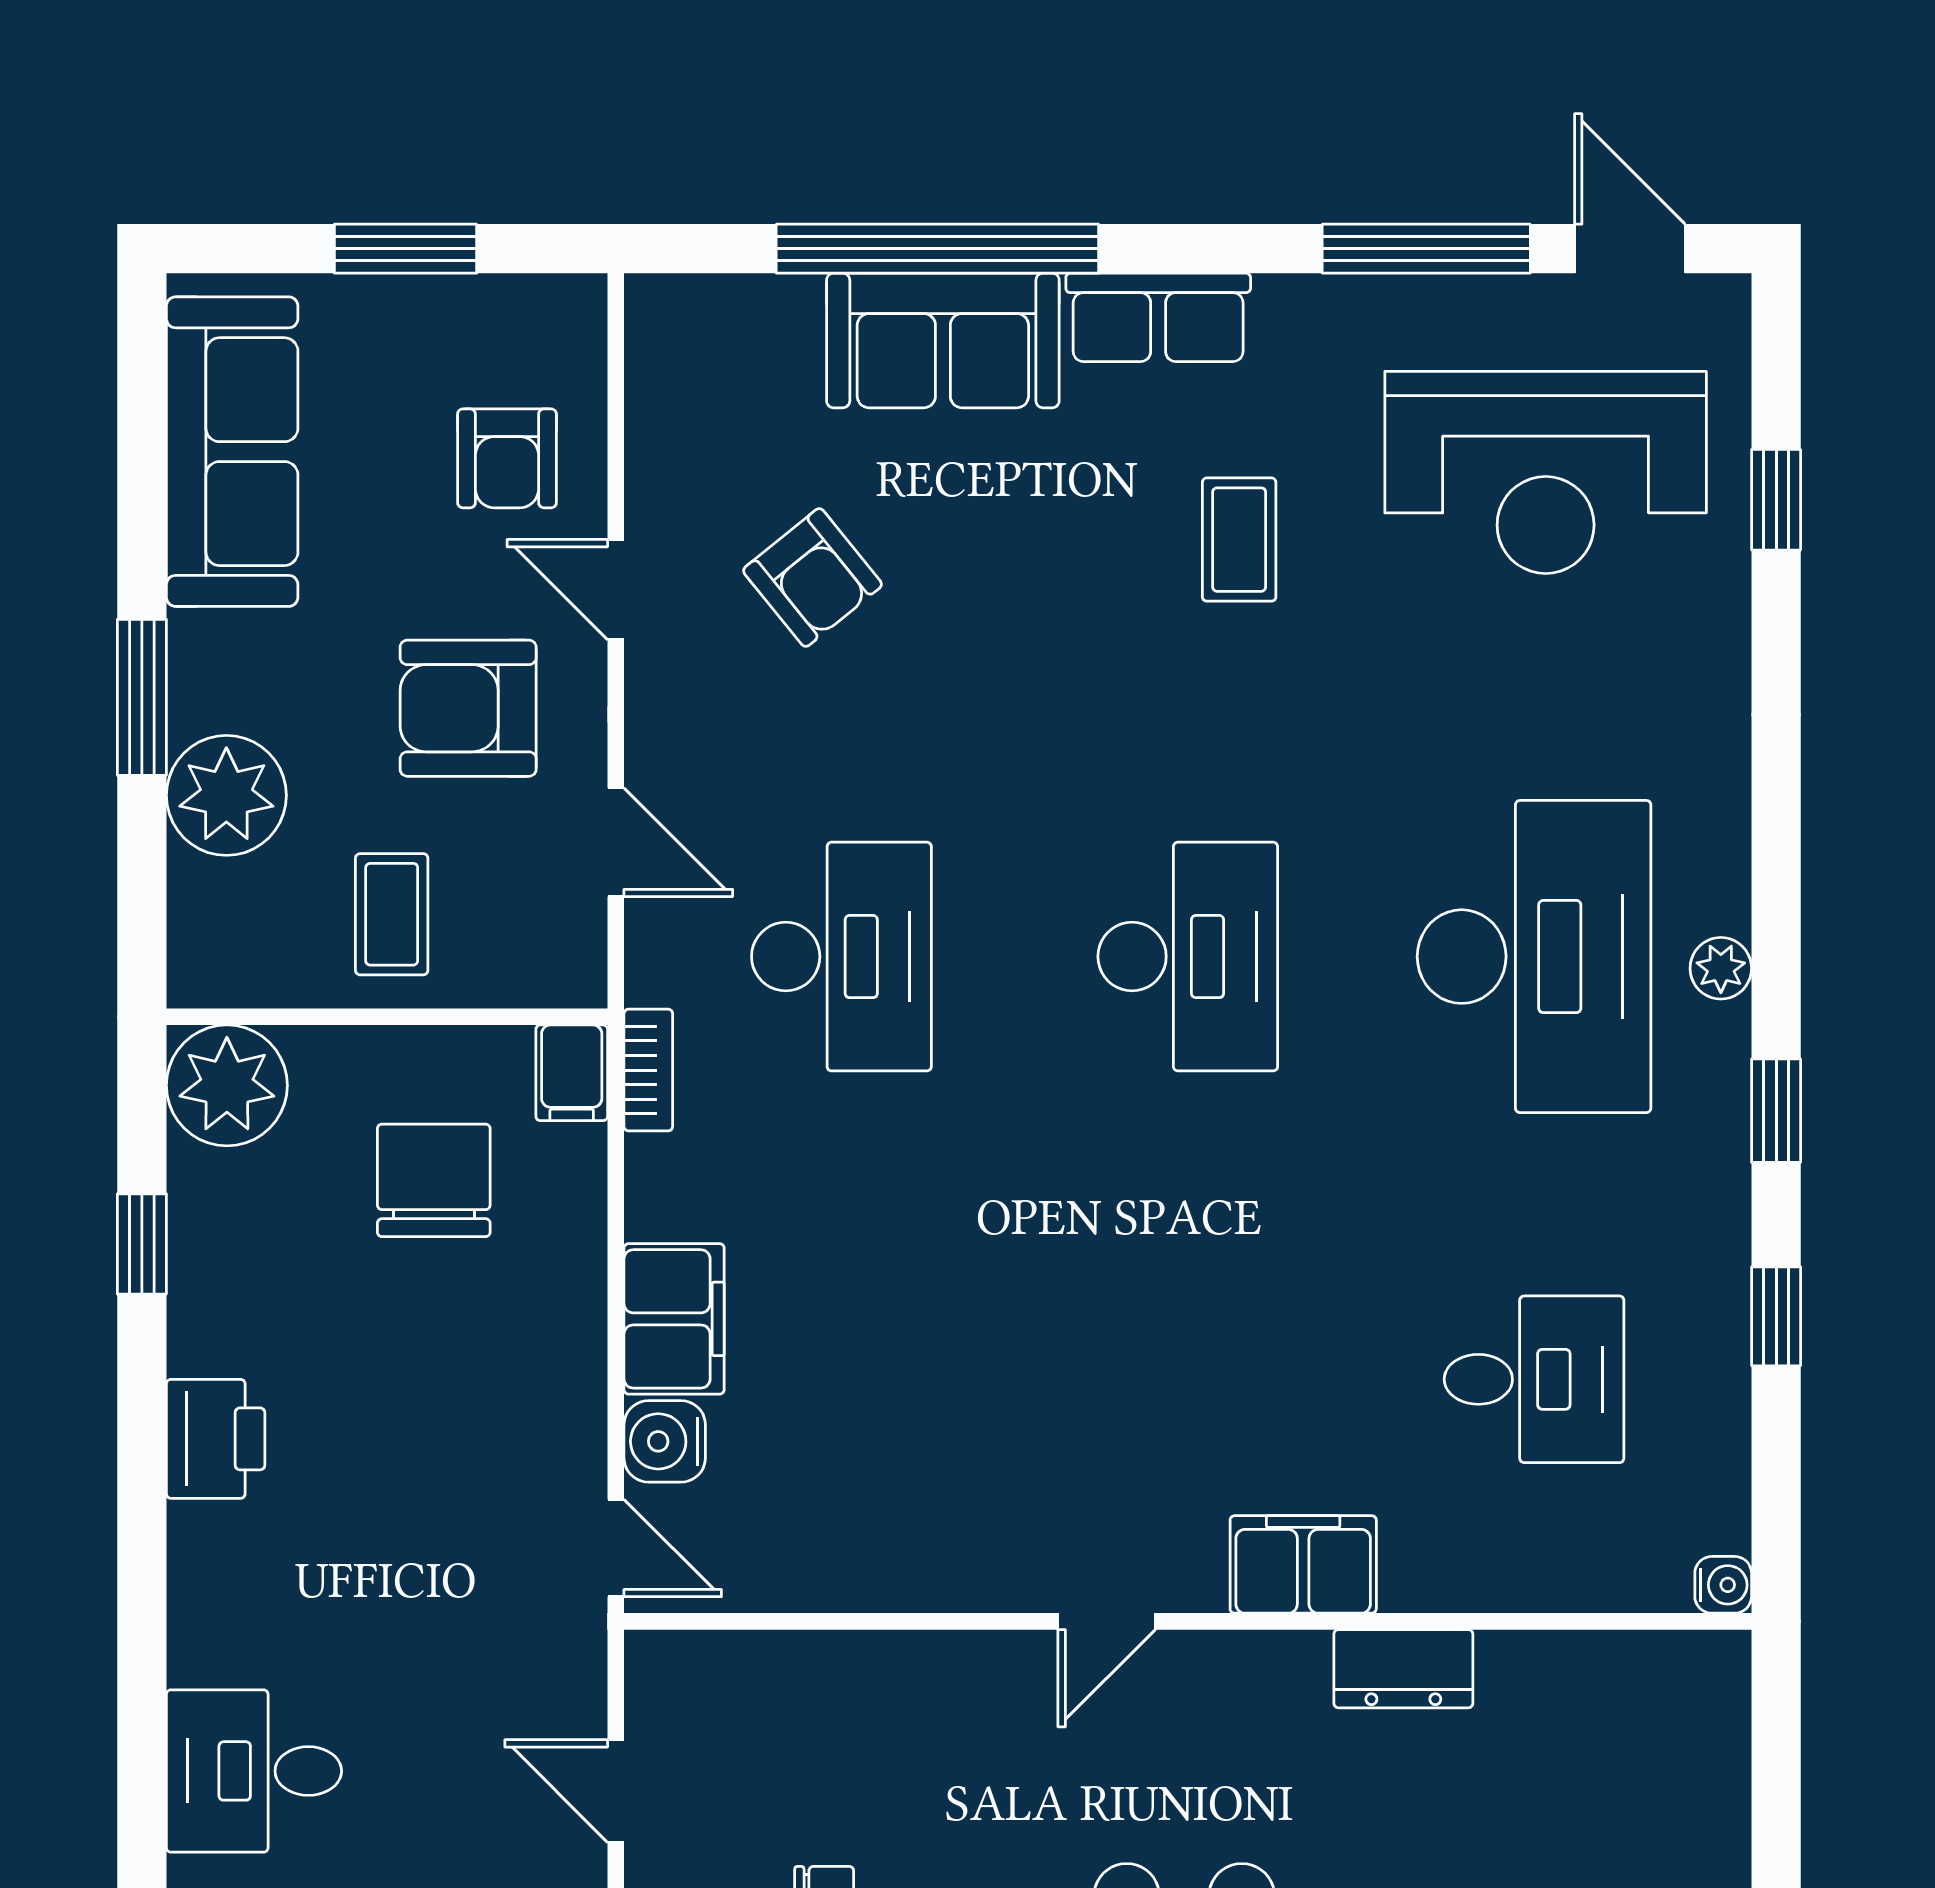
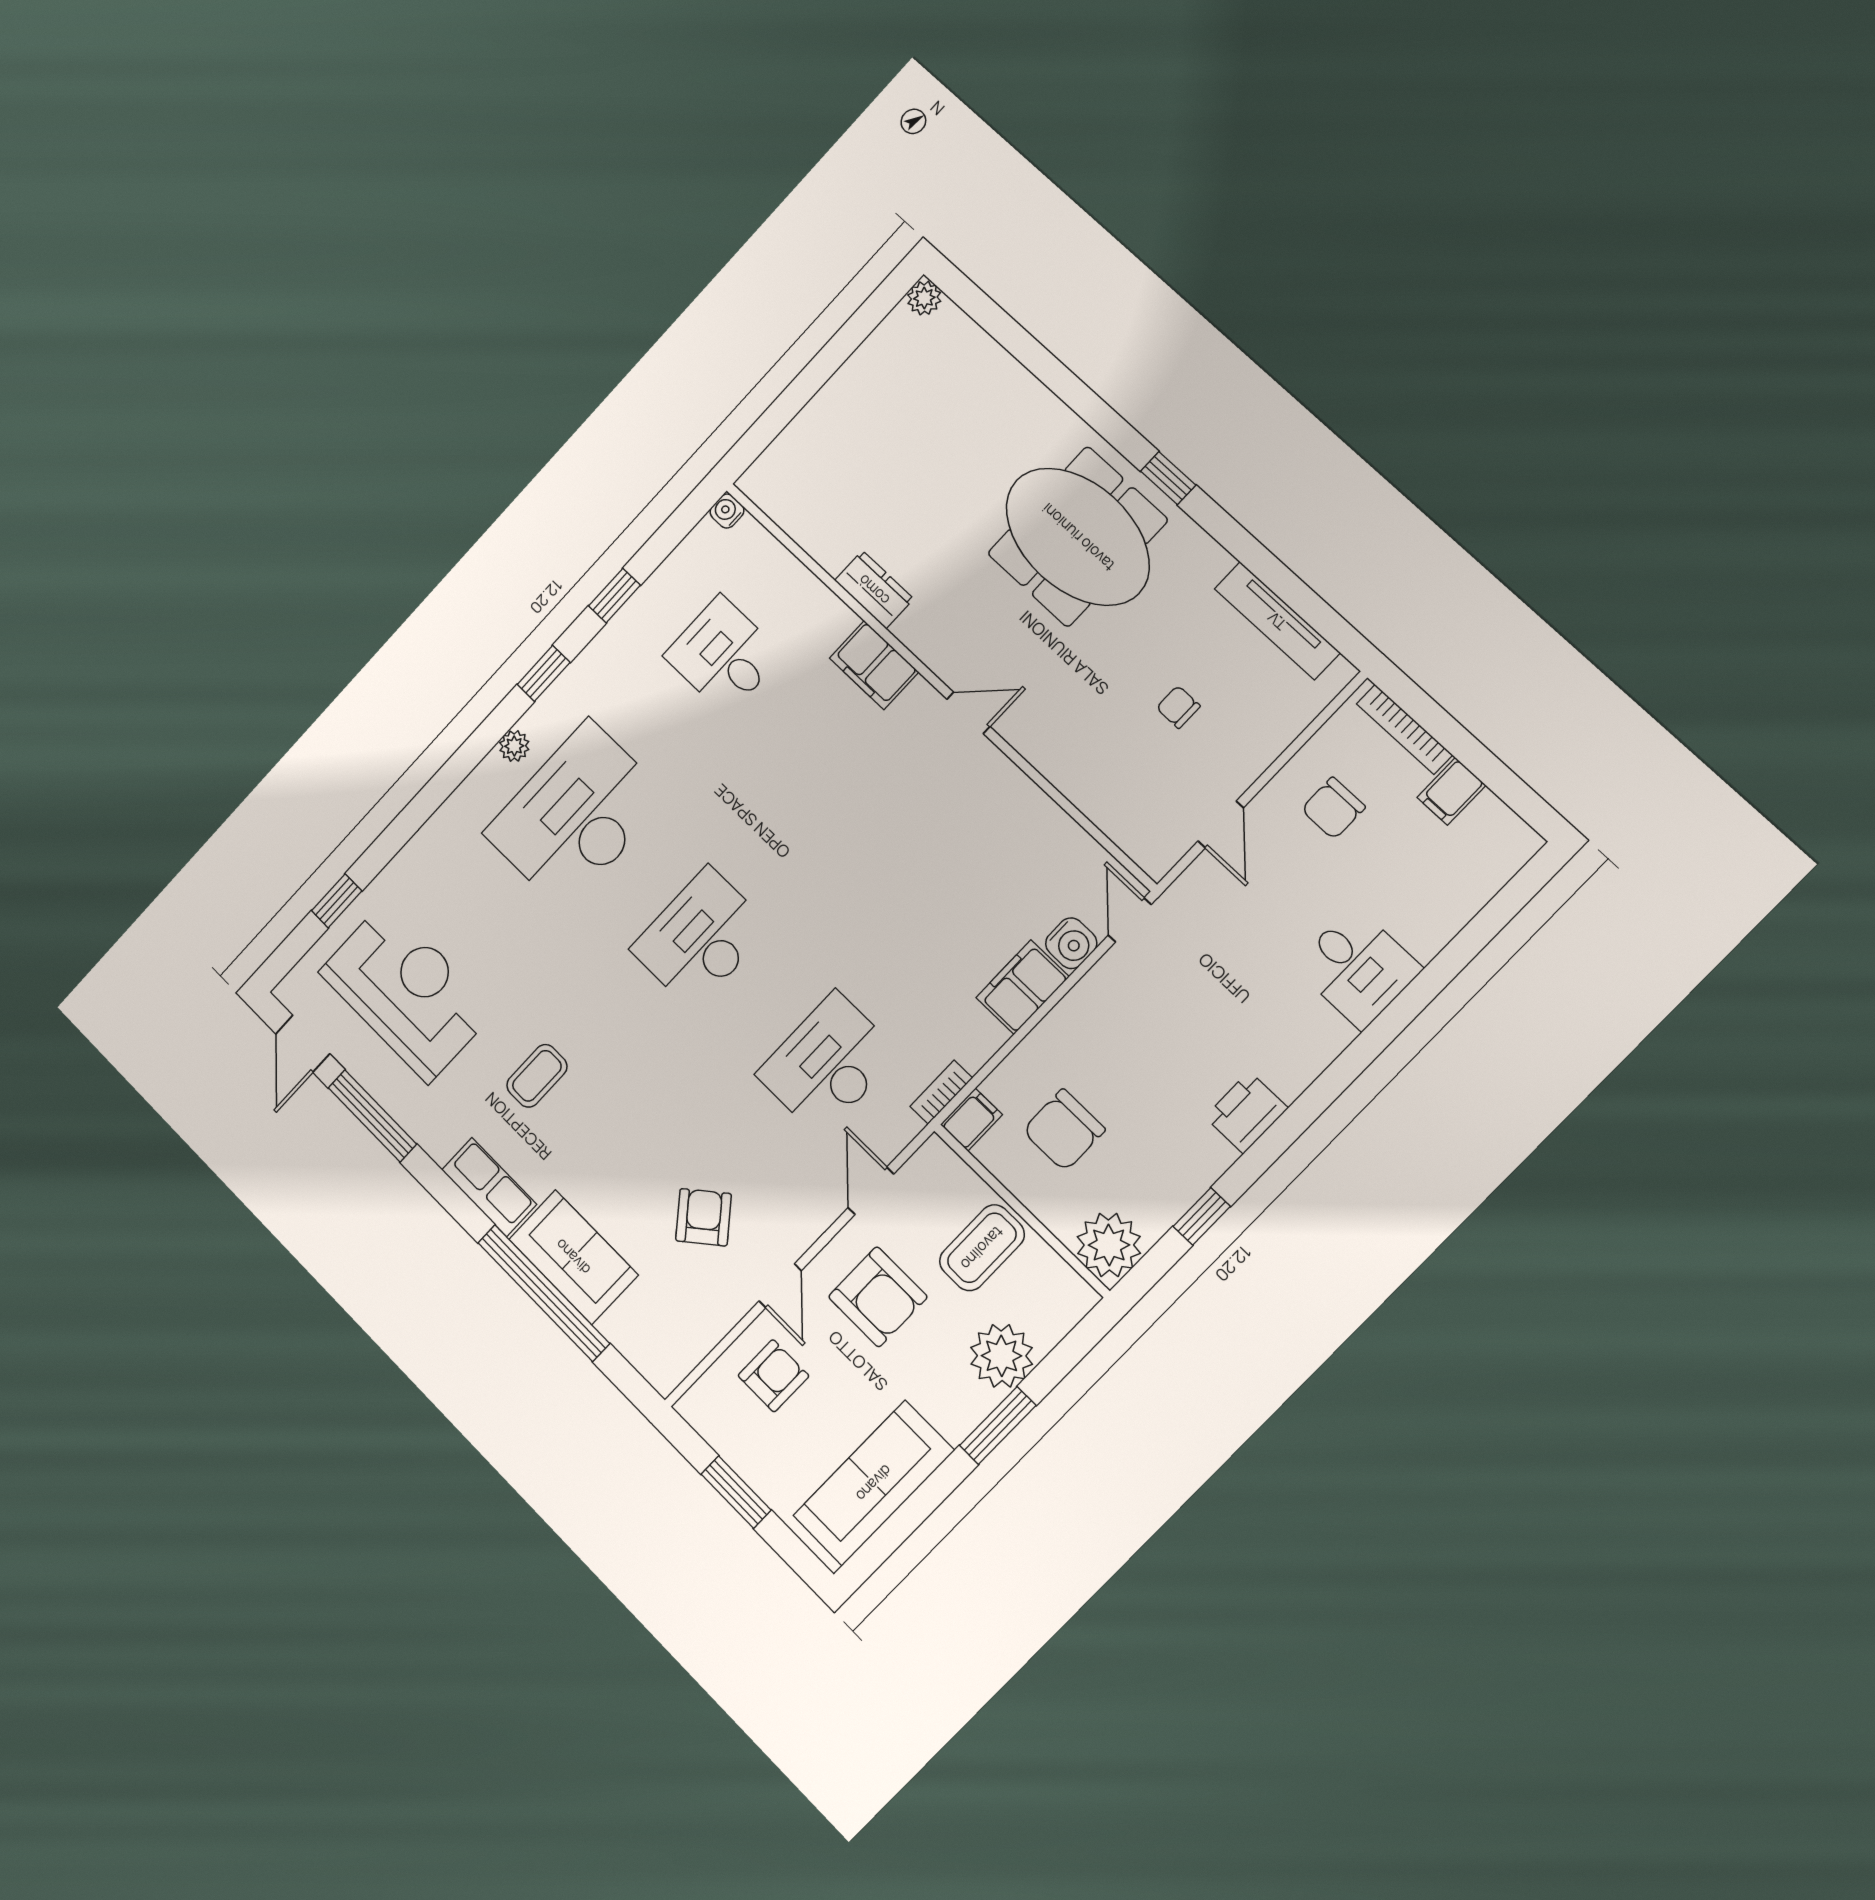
coffee table: (392, 914) -> (982, 1248), width x1.36, depth x1.30

